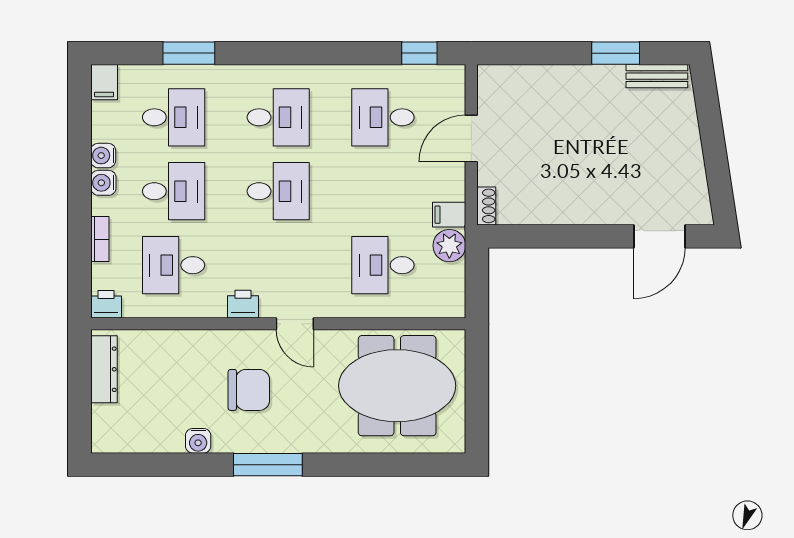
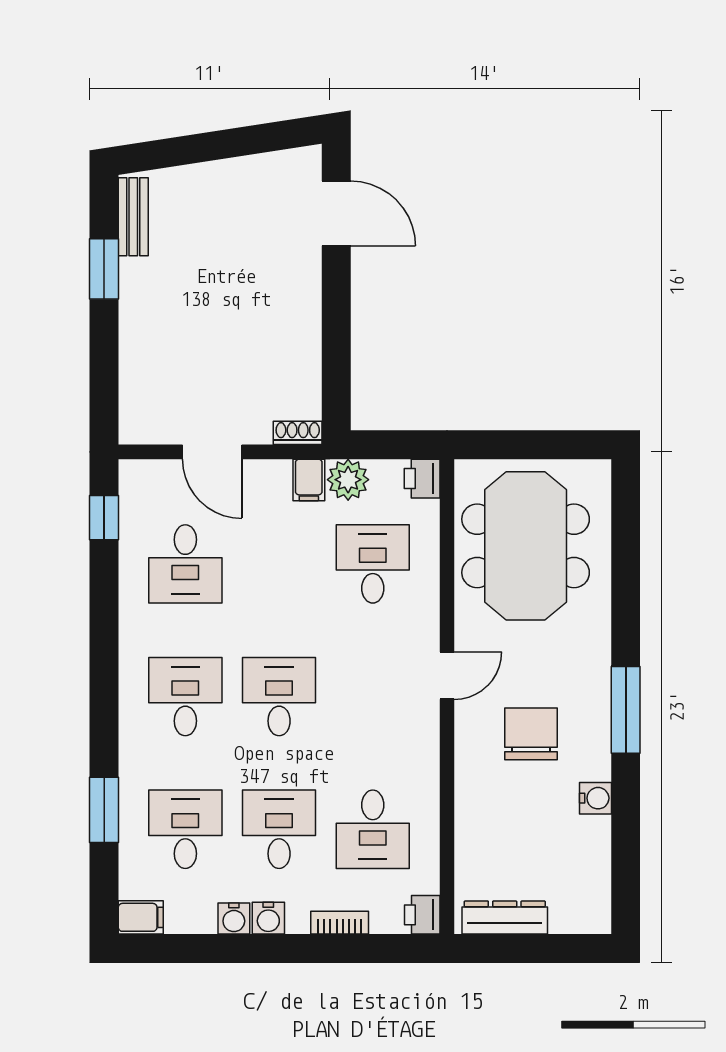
desk: (383, 265) -> (373, 564), turned 180
printer: (243, 304) -> (422, 479), moved

